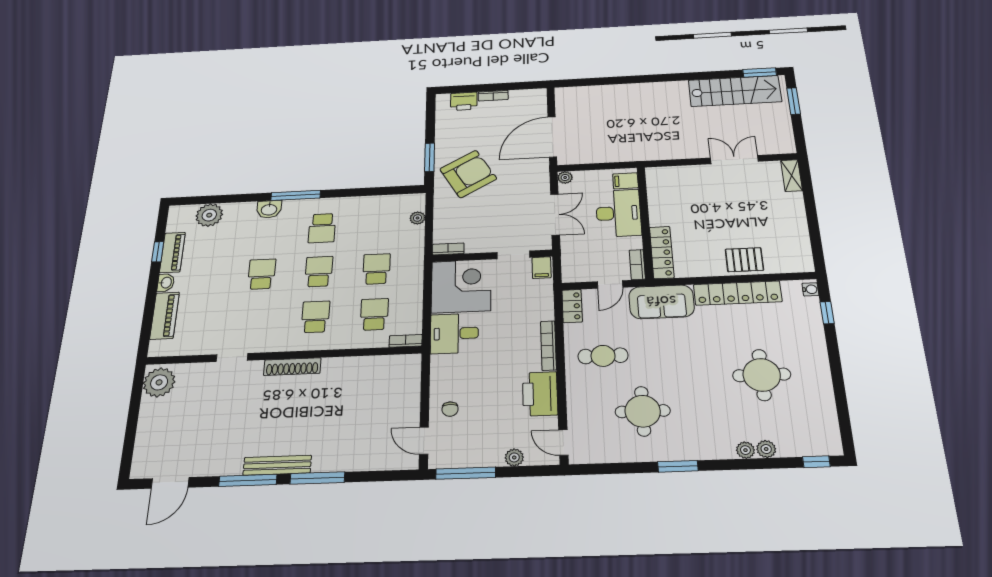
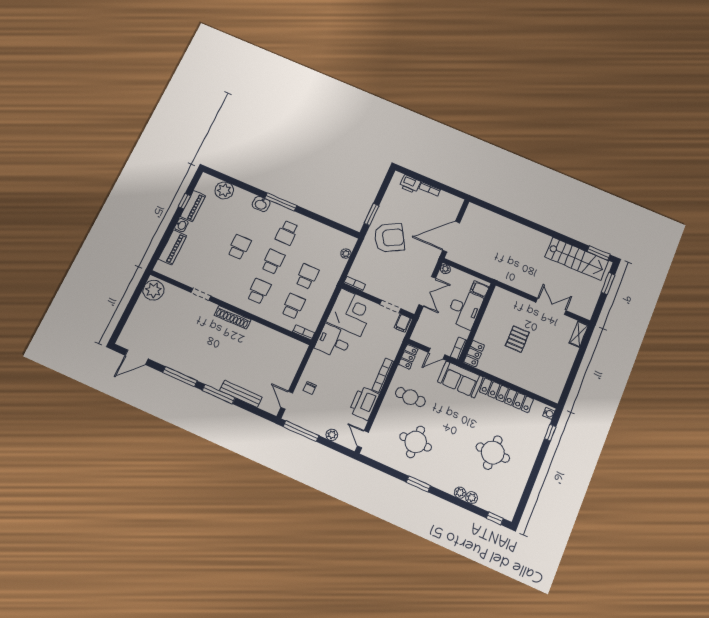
locker: (662, 252) -> (474, 354), width x0.66
pallet: (744, 260) -> (517, 339), moved, turned 90
bench: (277, 465) -> (241, 394), moved

